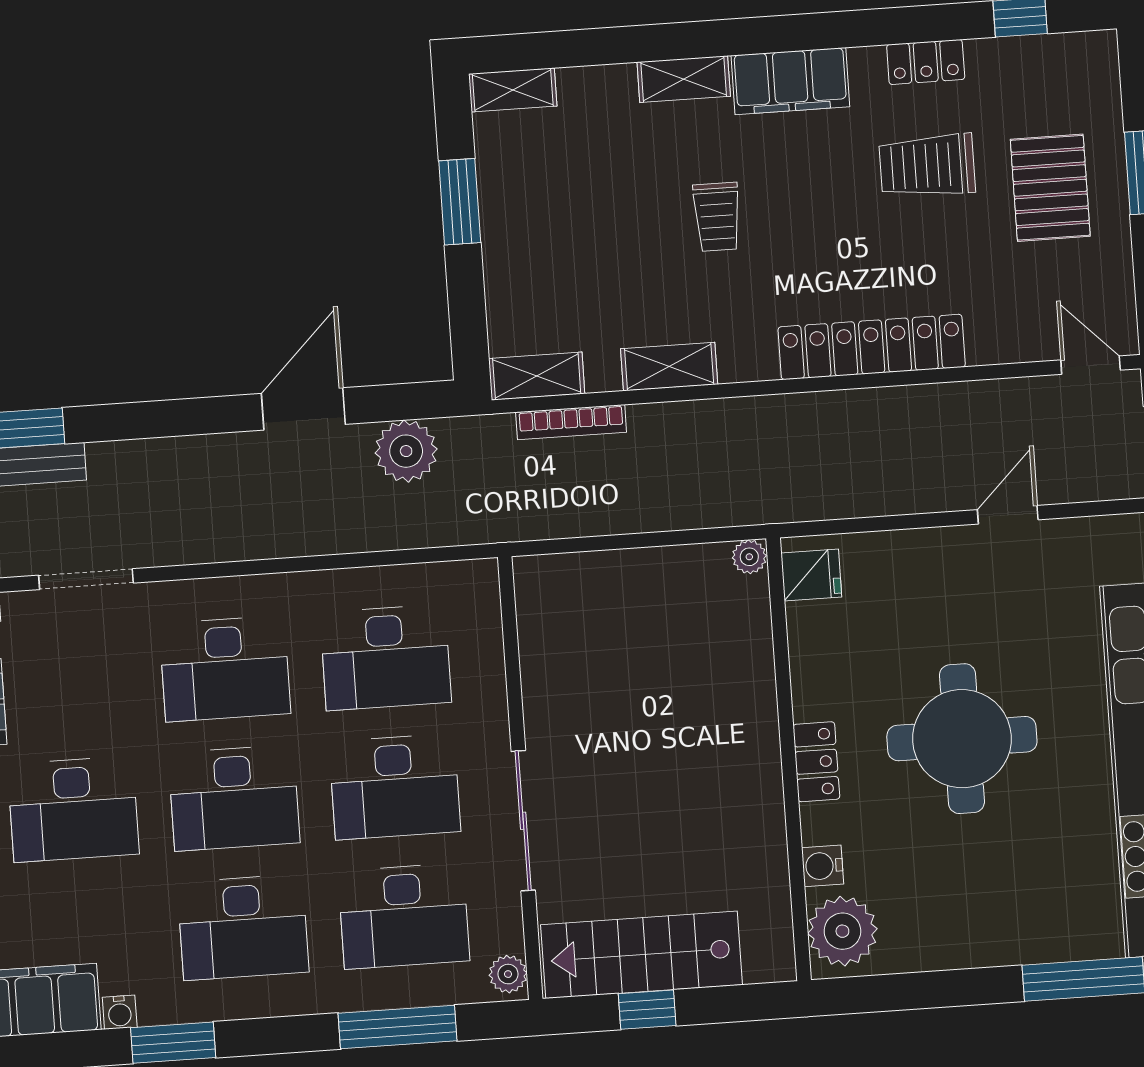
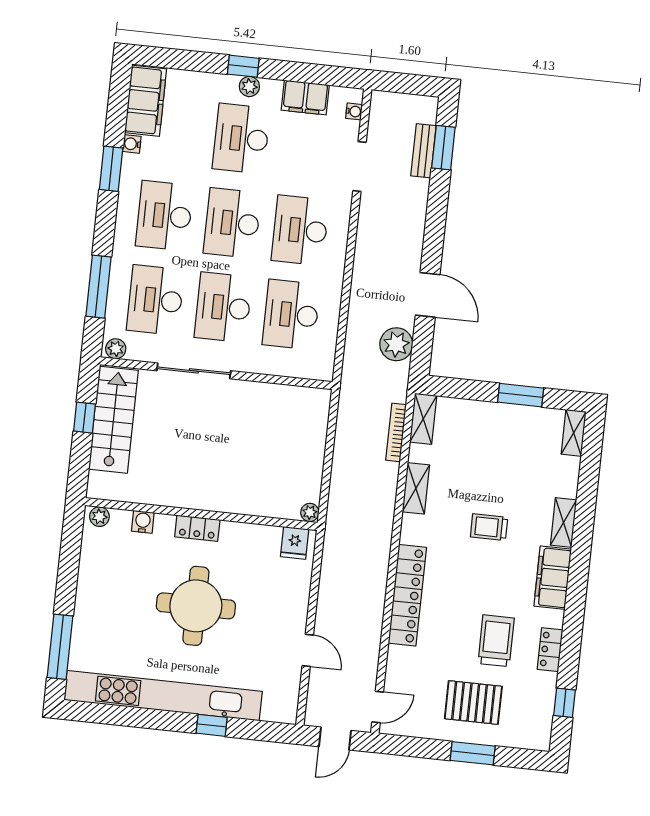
plant: (842, 931) -> (99, 517), width x0.53, depth x0.53

